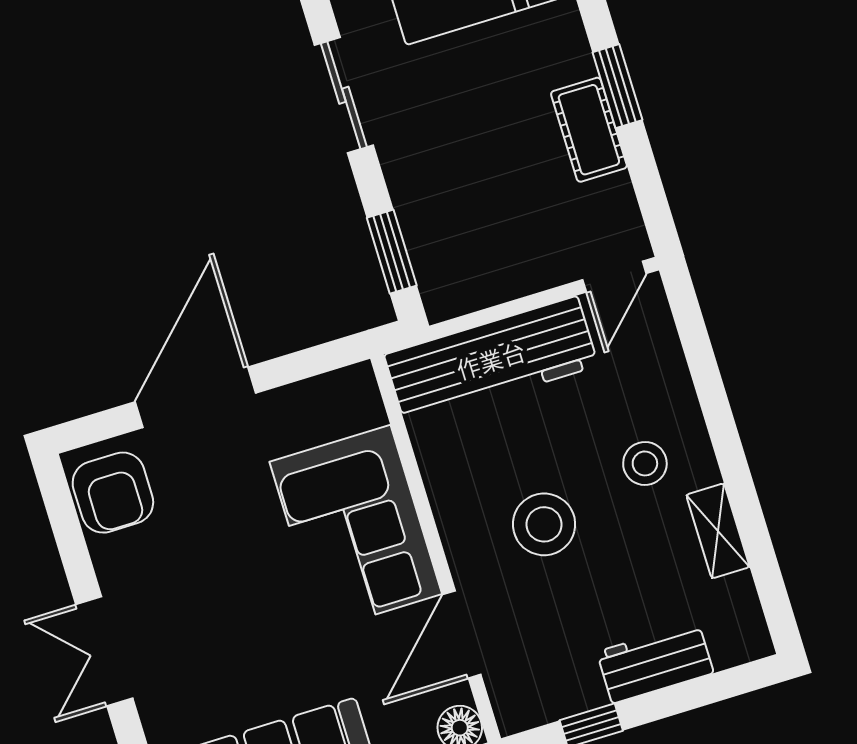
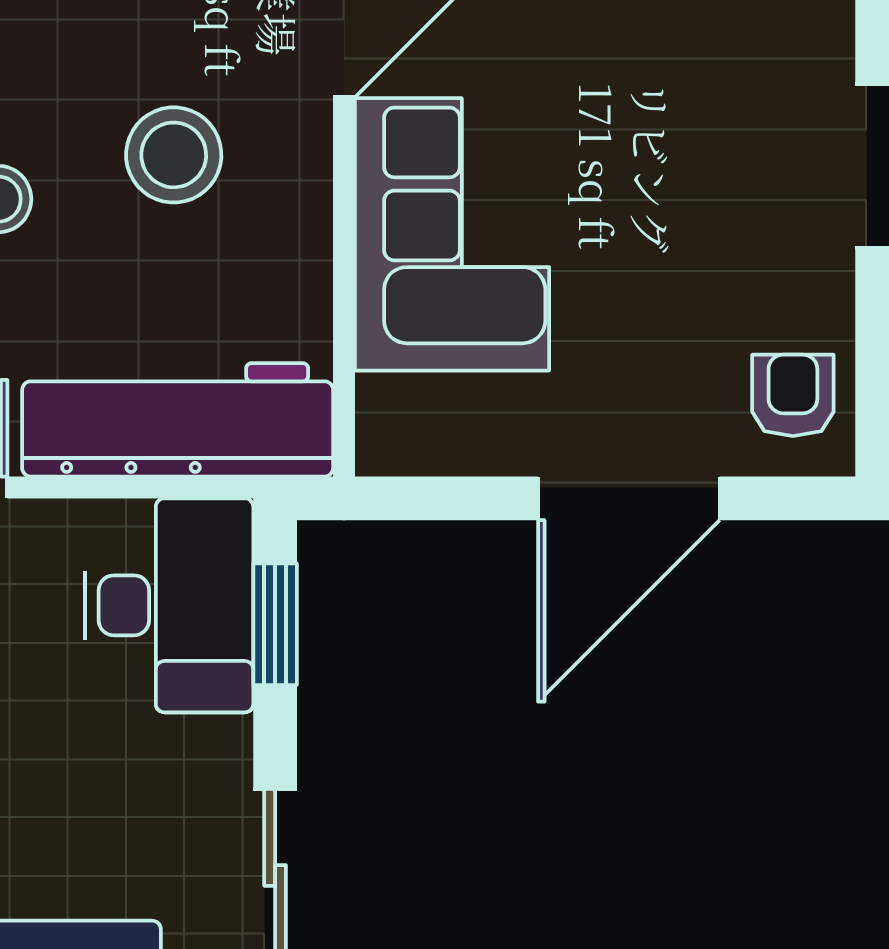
desk: (461, 243) -> (169, 605), added
armchair: (113, 493) -> (793, 395), width x0.72, depth x0.72

